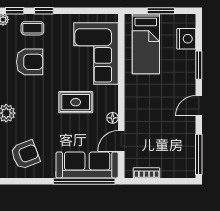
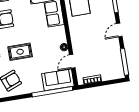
rug: (76, 102) -> (20, 52), moved
sofa: (87, 165) -> (58, 80), width x0.73

